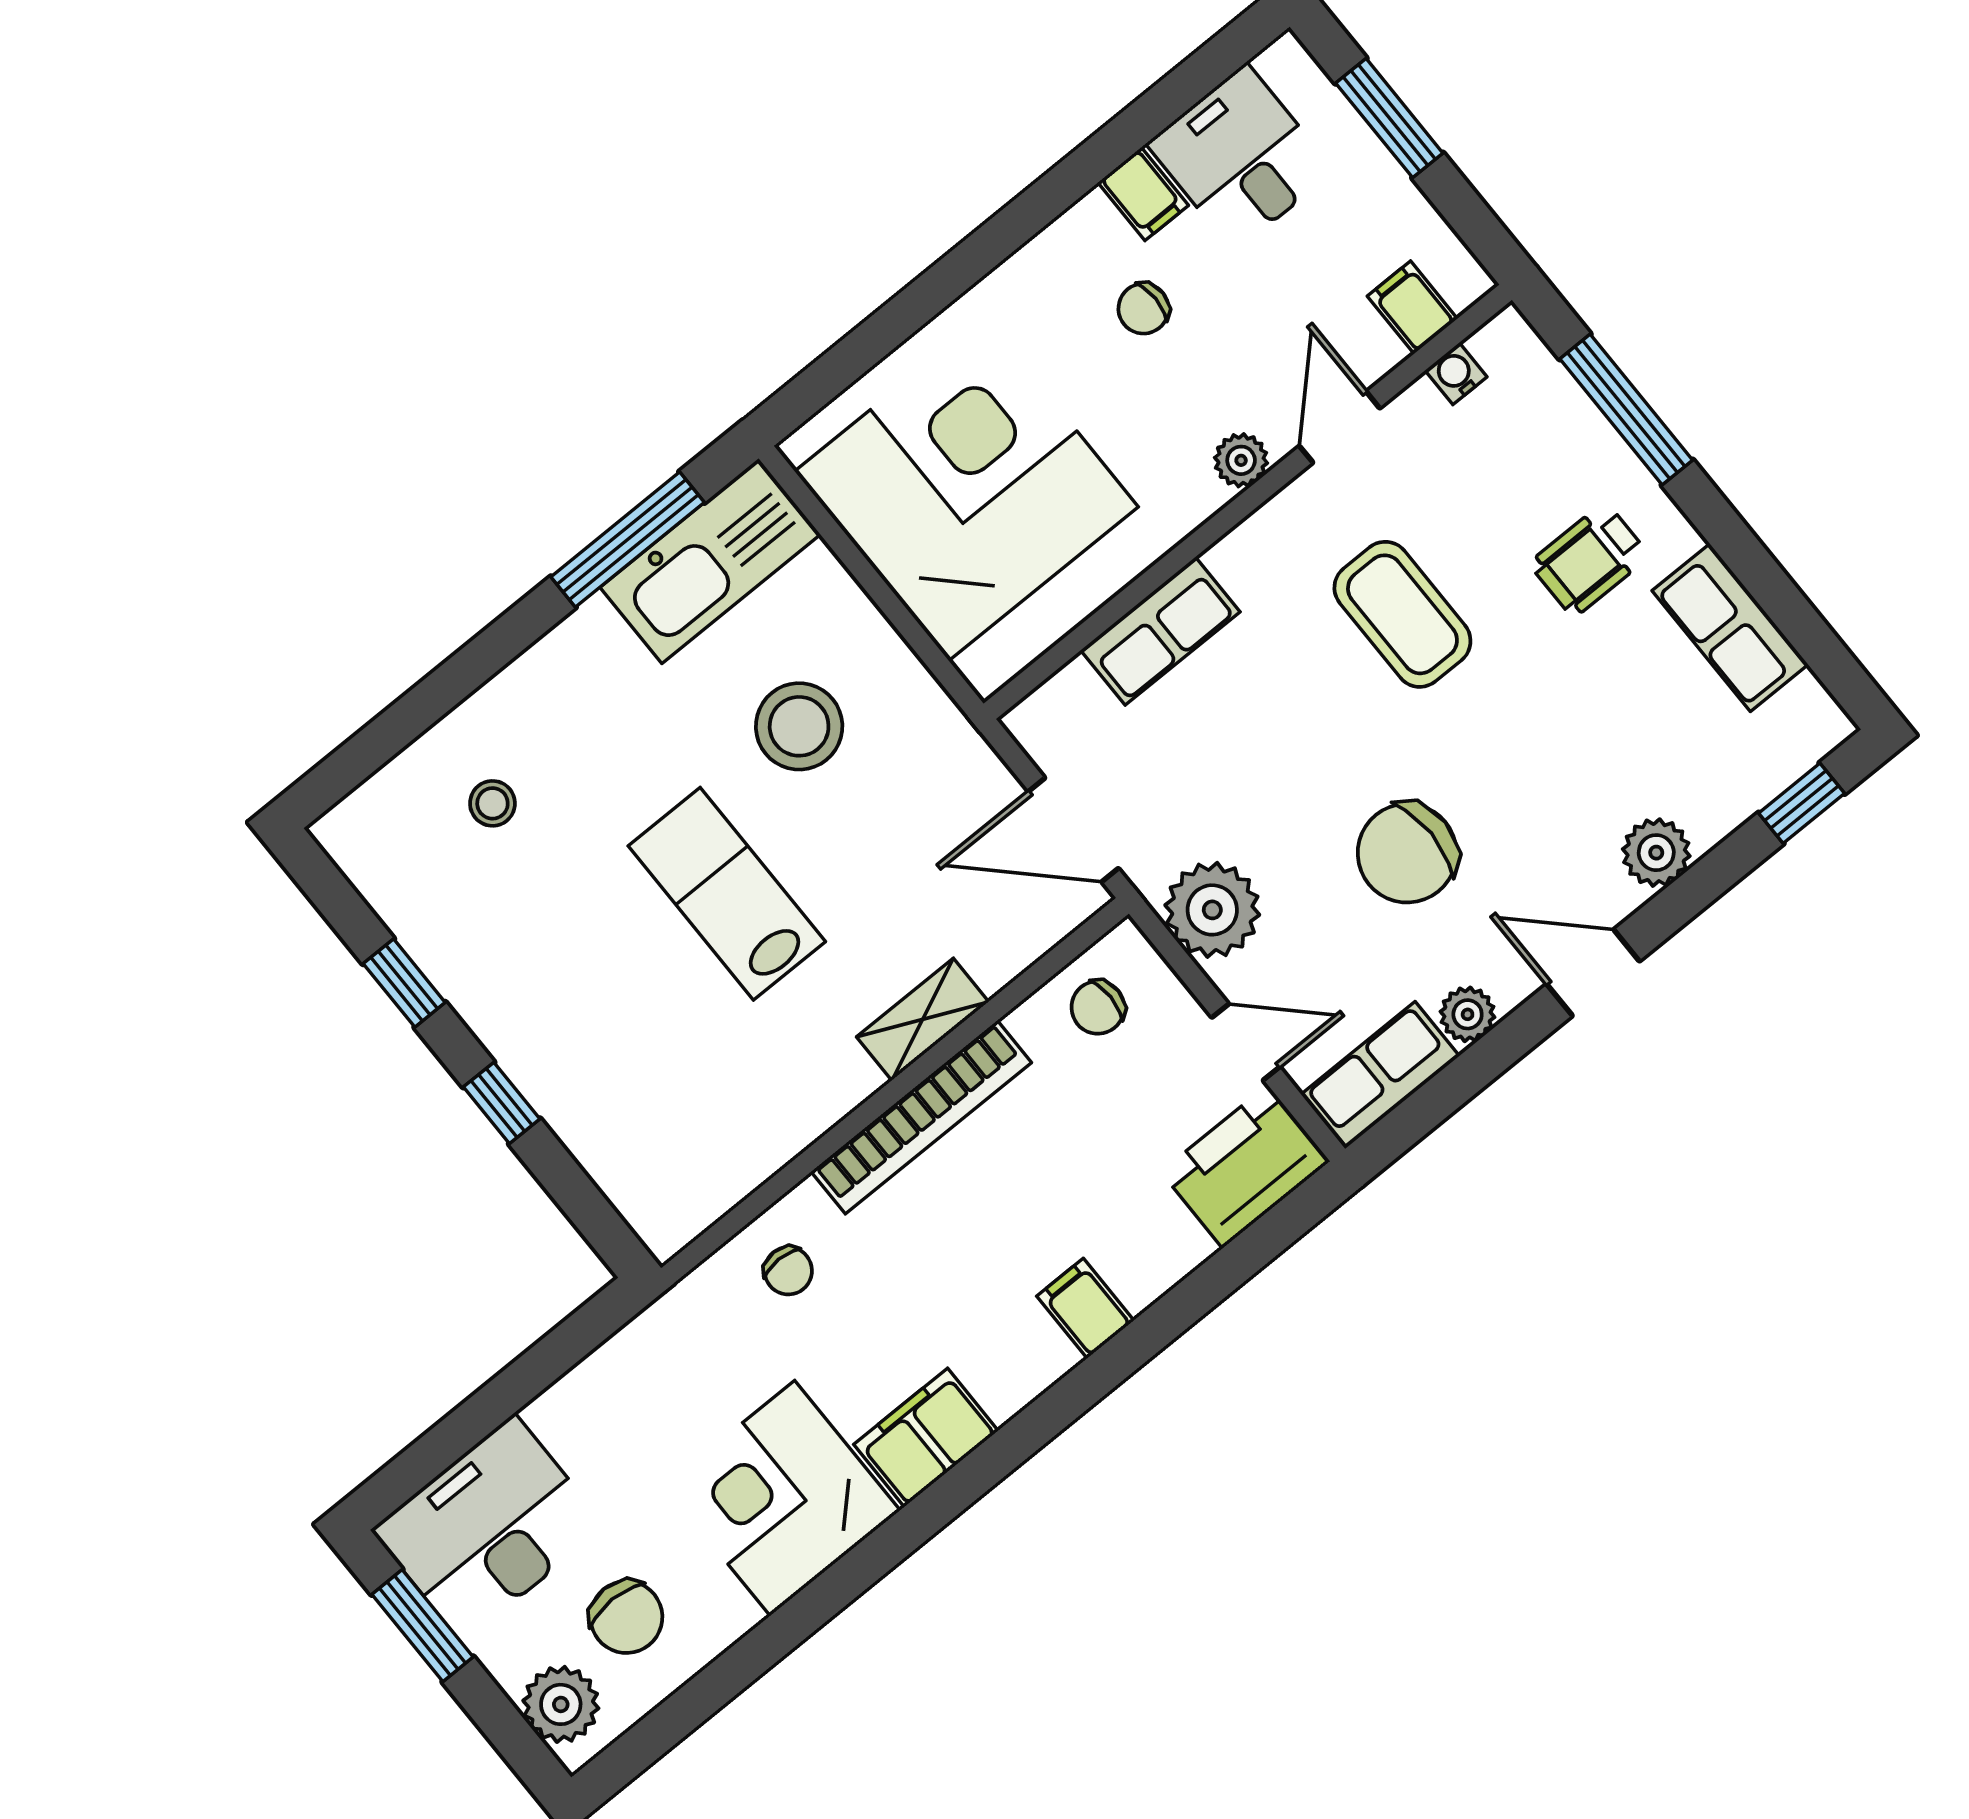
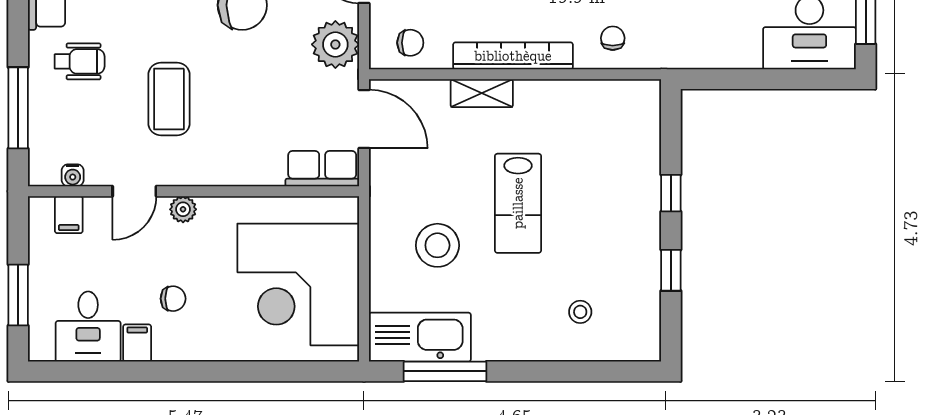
row of seats: (1160, 631) -> (322, 169), moved

